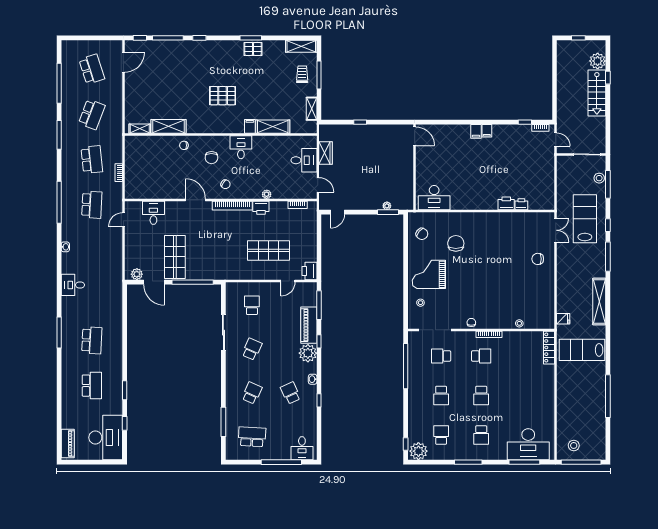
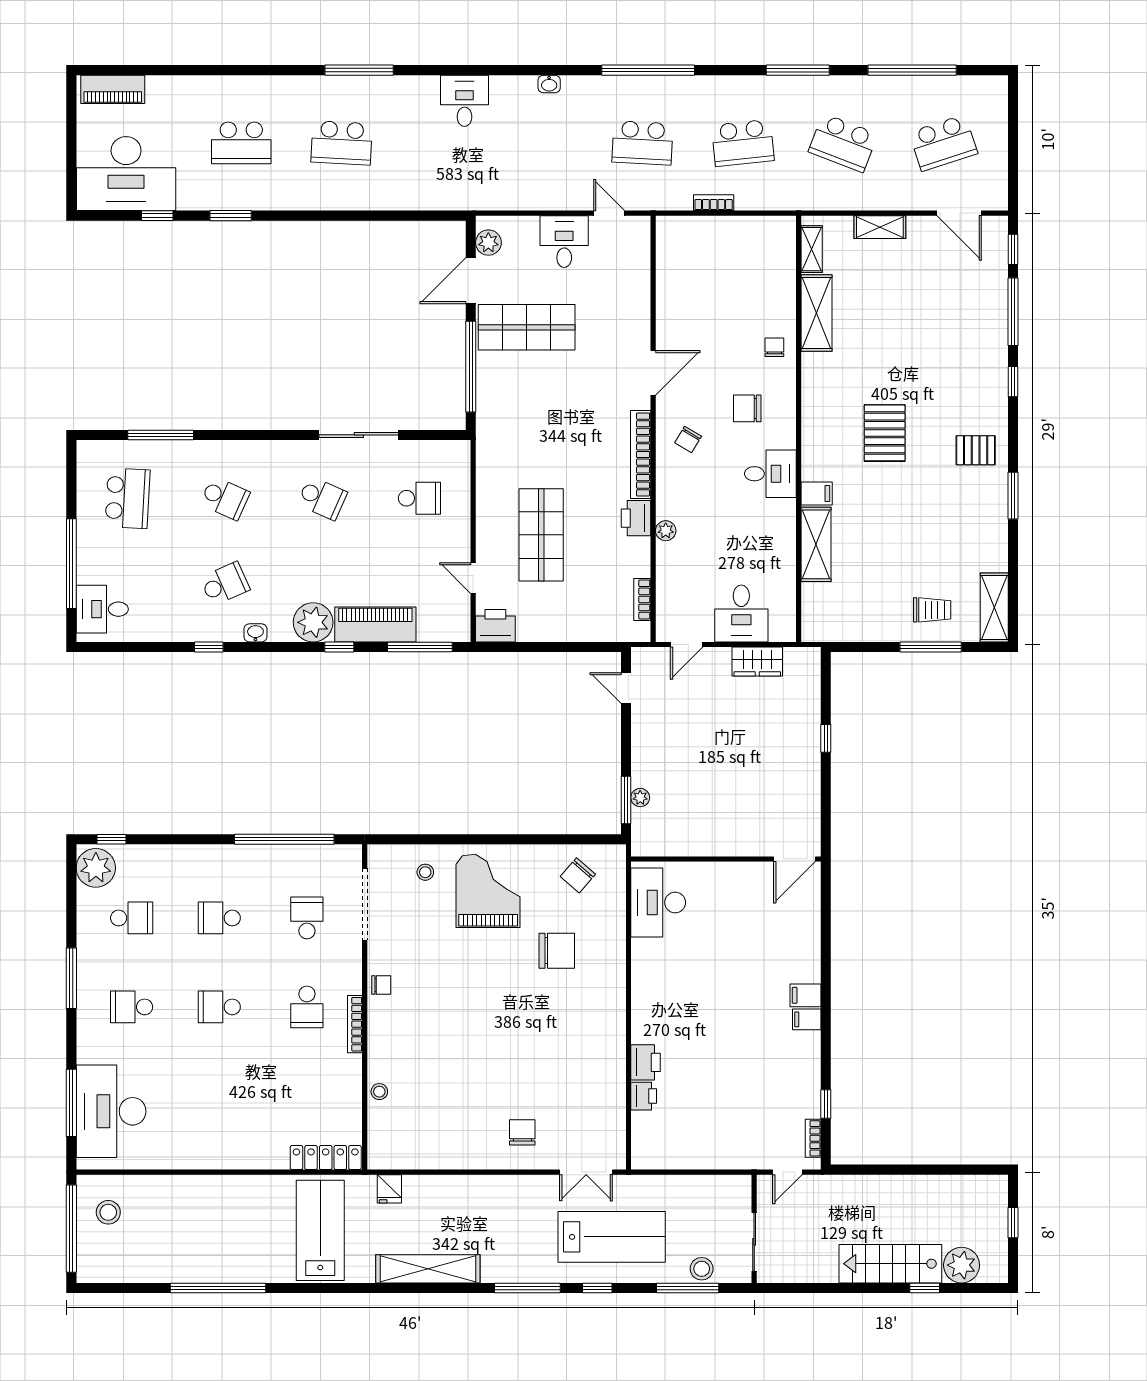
pallet: (253, 49) -> (976, 450), moved, turned 90
shelving: (312, 109) -> (880, 227), moved
desk: (153, 213) -> (564, 242), moved, turned -90

